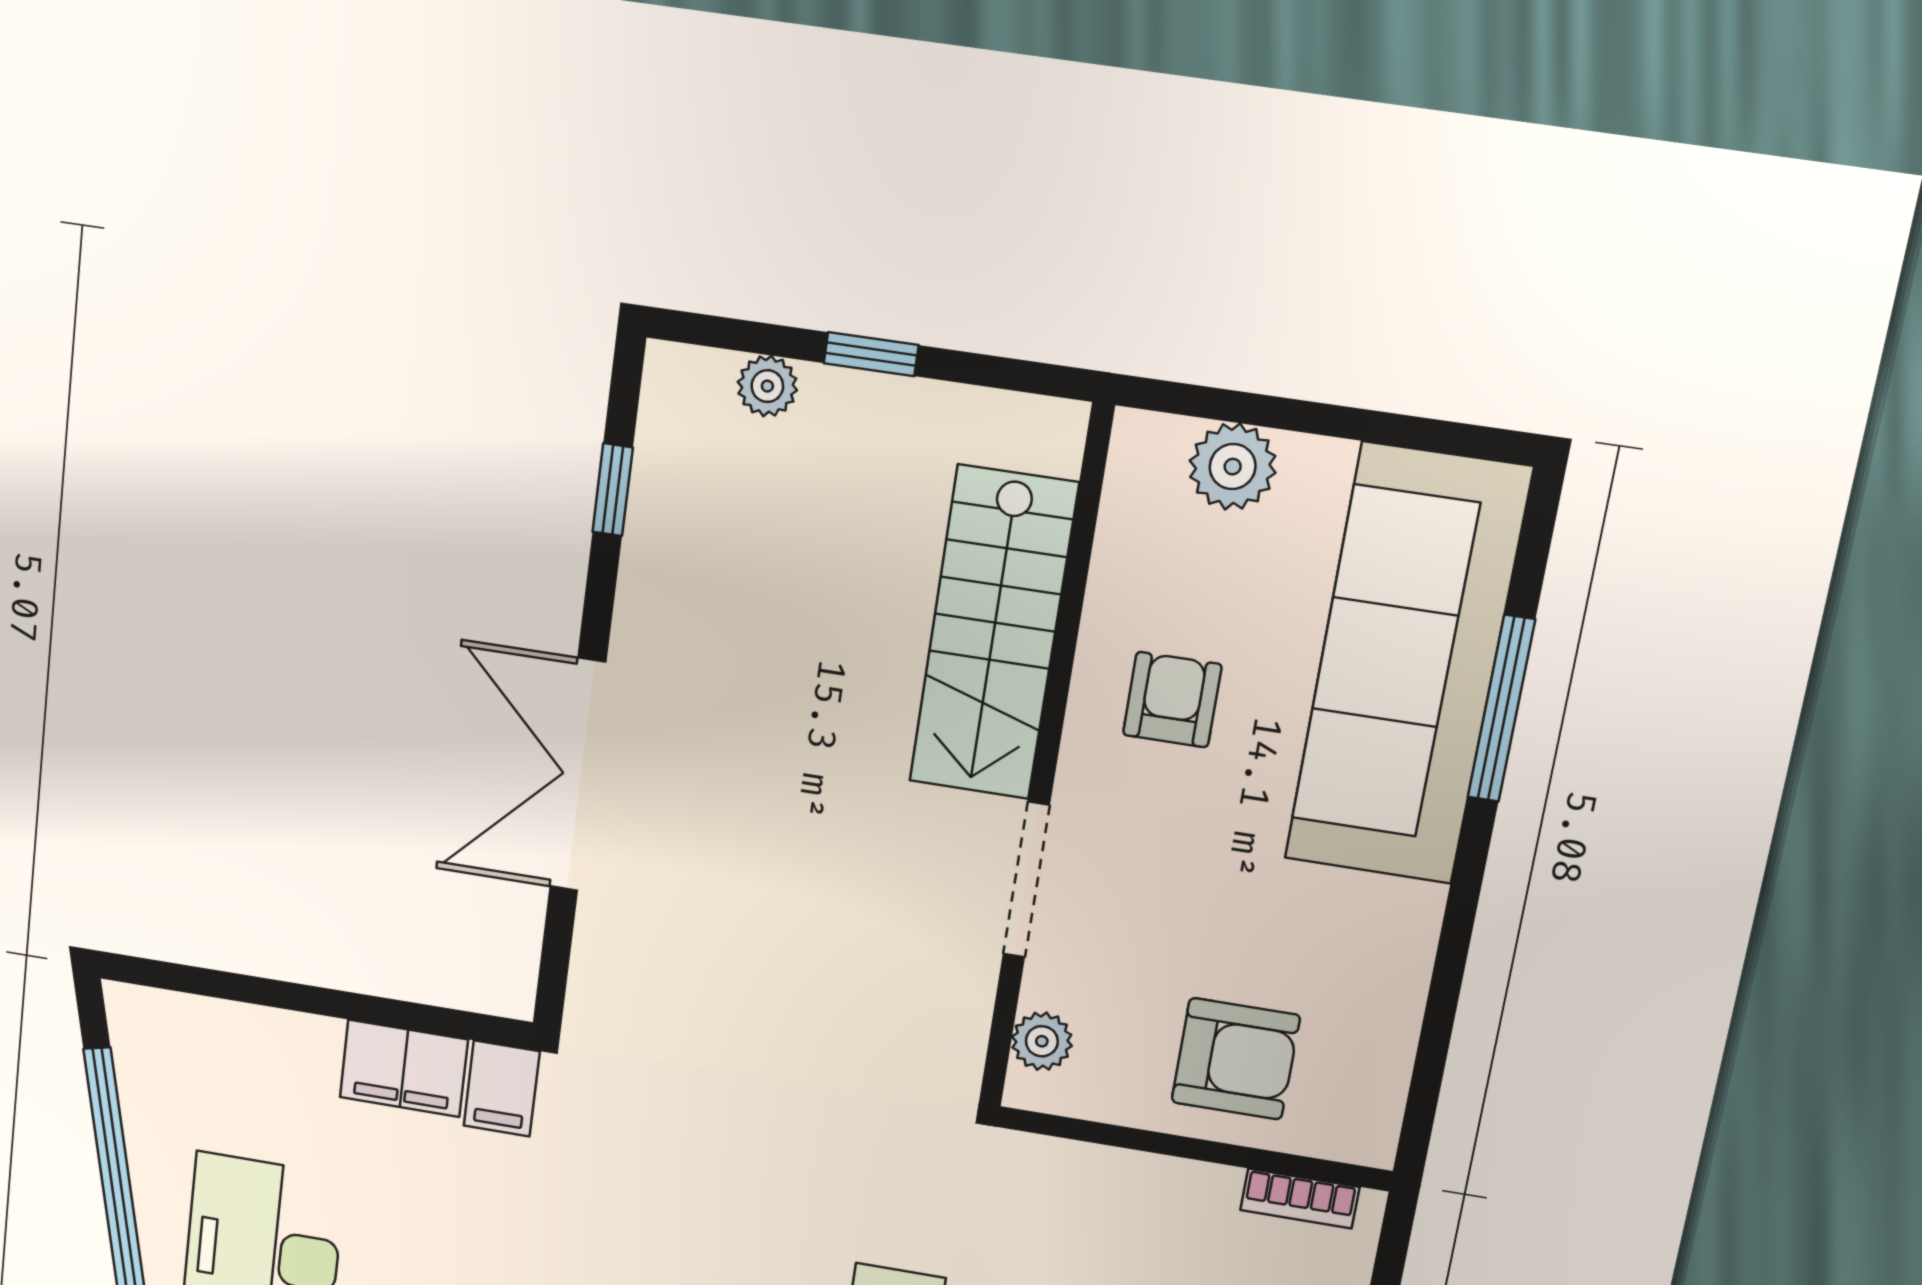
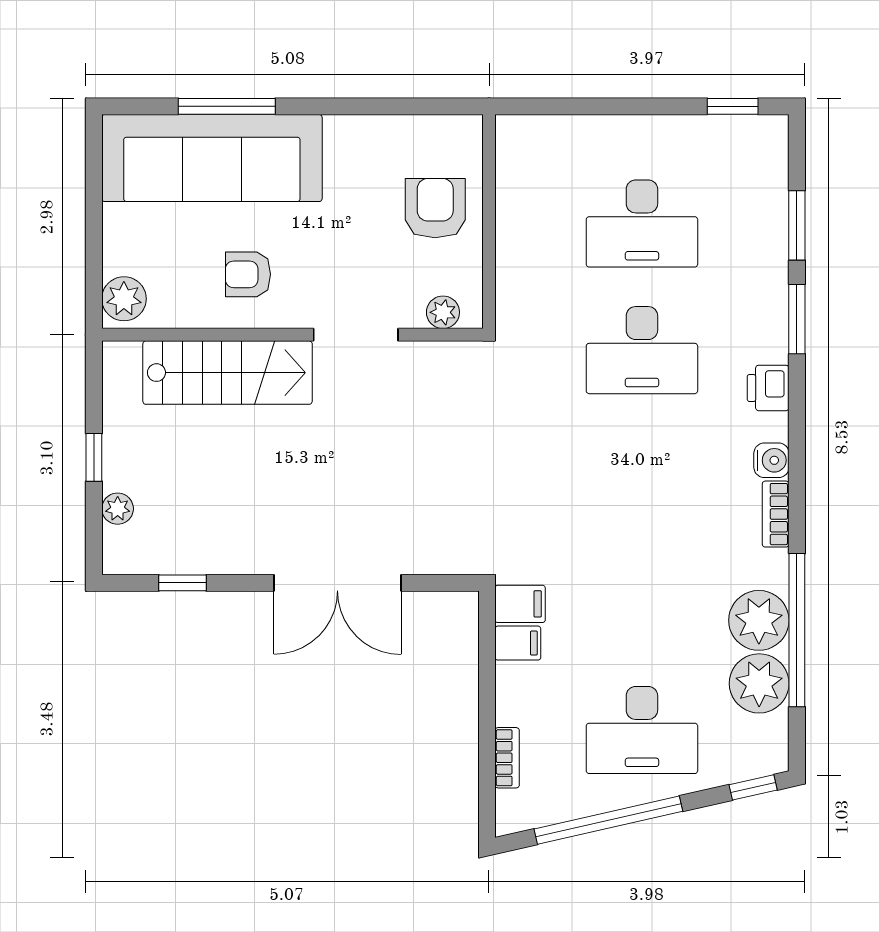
plant: (1233, 467) -> (124, 299), moved
filing cabinet: (404, 1068) -> (518, 643), width x0.50
bookcase: (1300, 1199) -> (507, 758), moved

